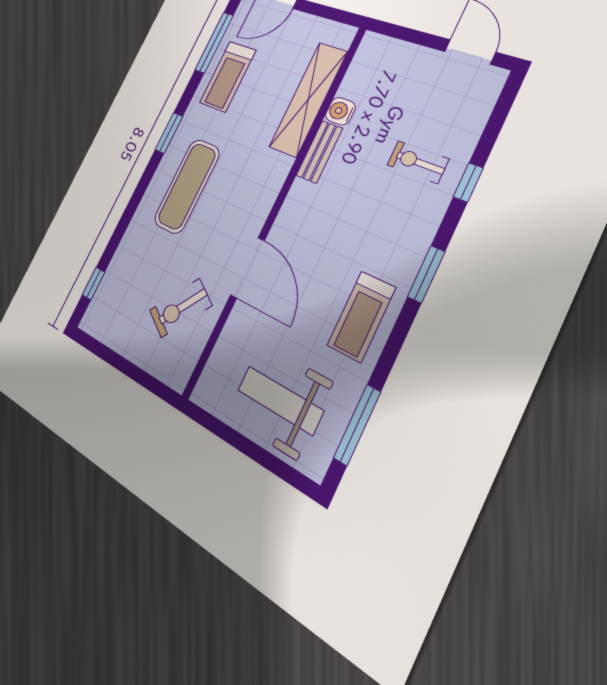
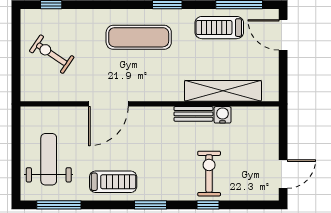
exercise bike: (418, 162) -> (209, 174), width x1.38, depth x1.39
exercise bike: (180, 308) -> (52, 54), moved
treadmill: (361, 317) -> (113, 182), turned 180

